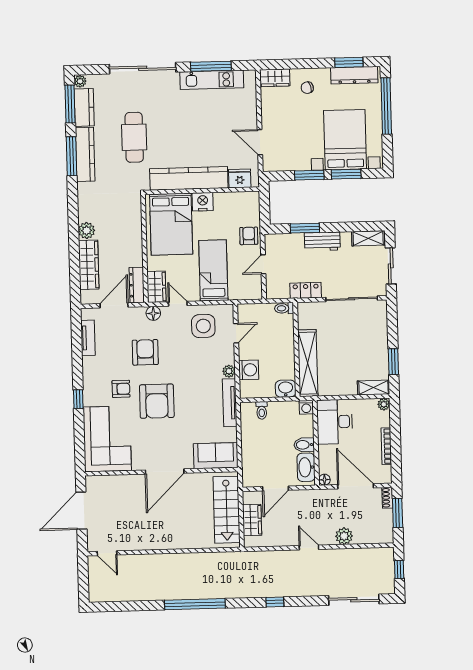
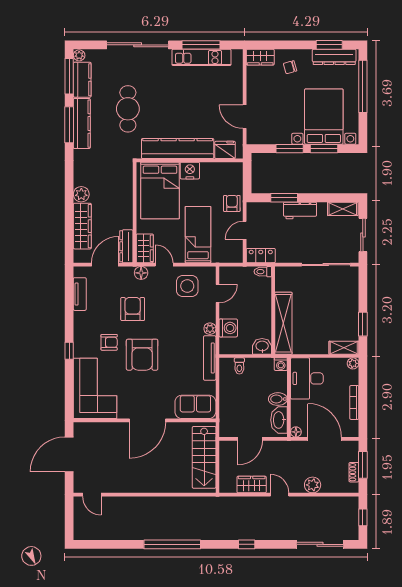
locker: (306, 290) -> (261, 256), moved
shoe rack: (387, 498) -> (354, 472), moved
wardrobe: (252, 520) -> (252, 484), moved, turned -90

